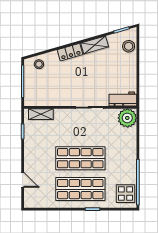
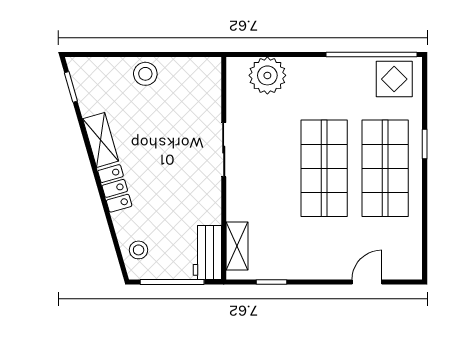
stool: (129, 46) -> (145, 74), moved
workbench: (123, 99) -> (207, 252), moved
plant: (127, 118) -> (267, 75), moved

